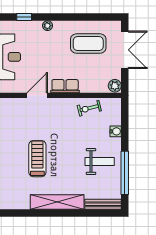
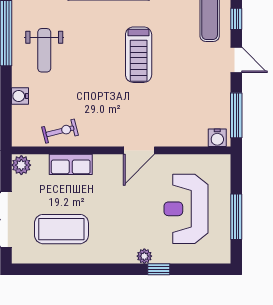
plant: (48, 26) -> (144, 256), moved
row of seats: (65, 86) -> (71, 164), moved
weight bench: (100, 162) -> (44, 50), turned -90

